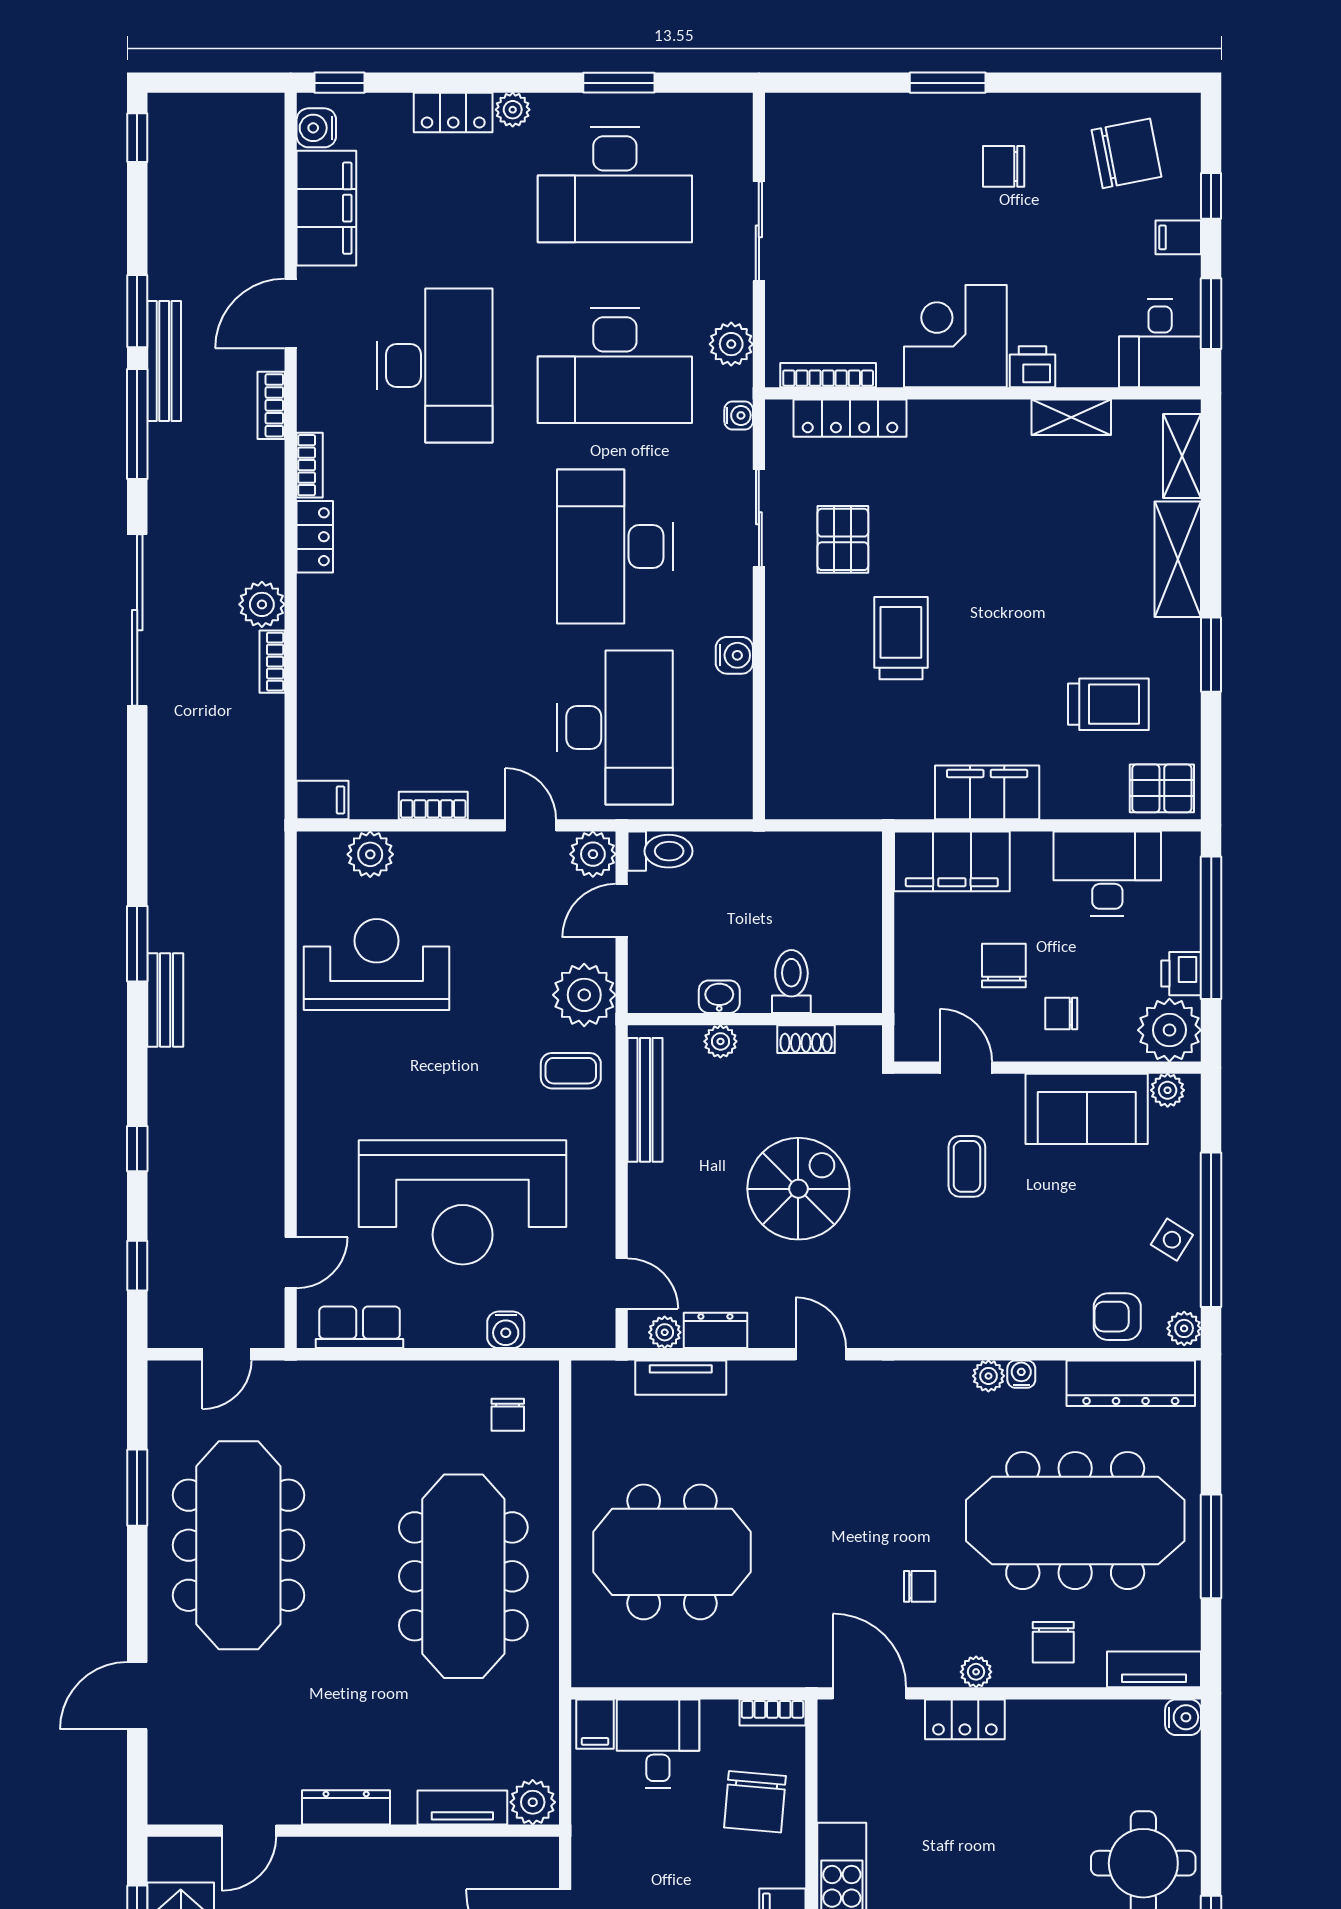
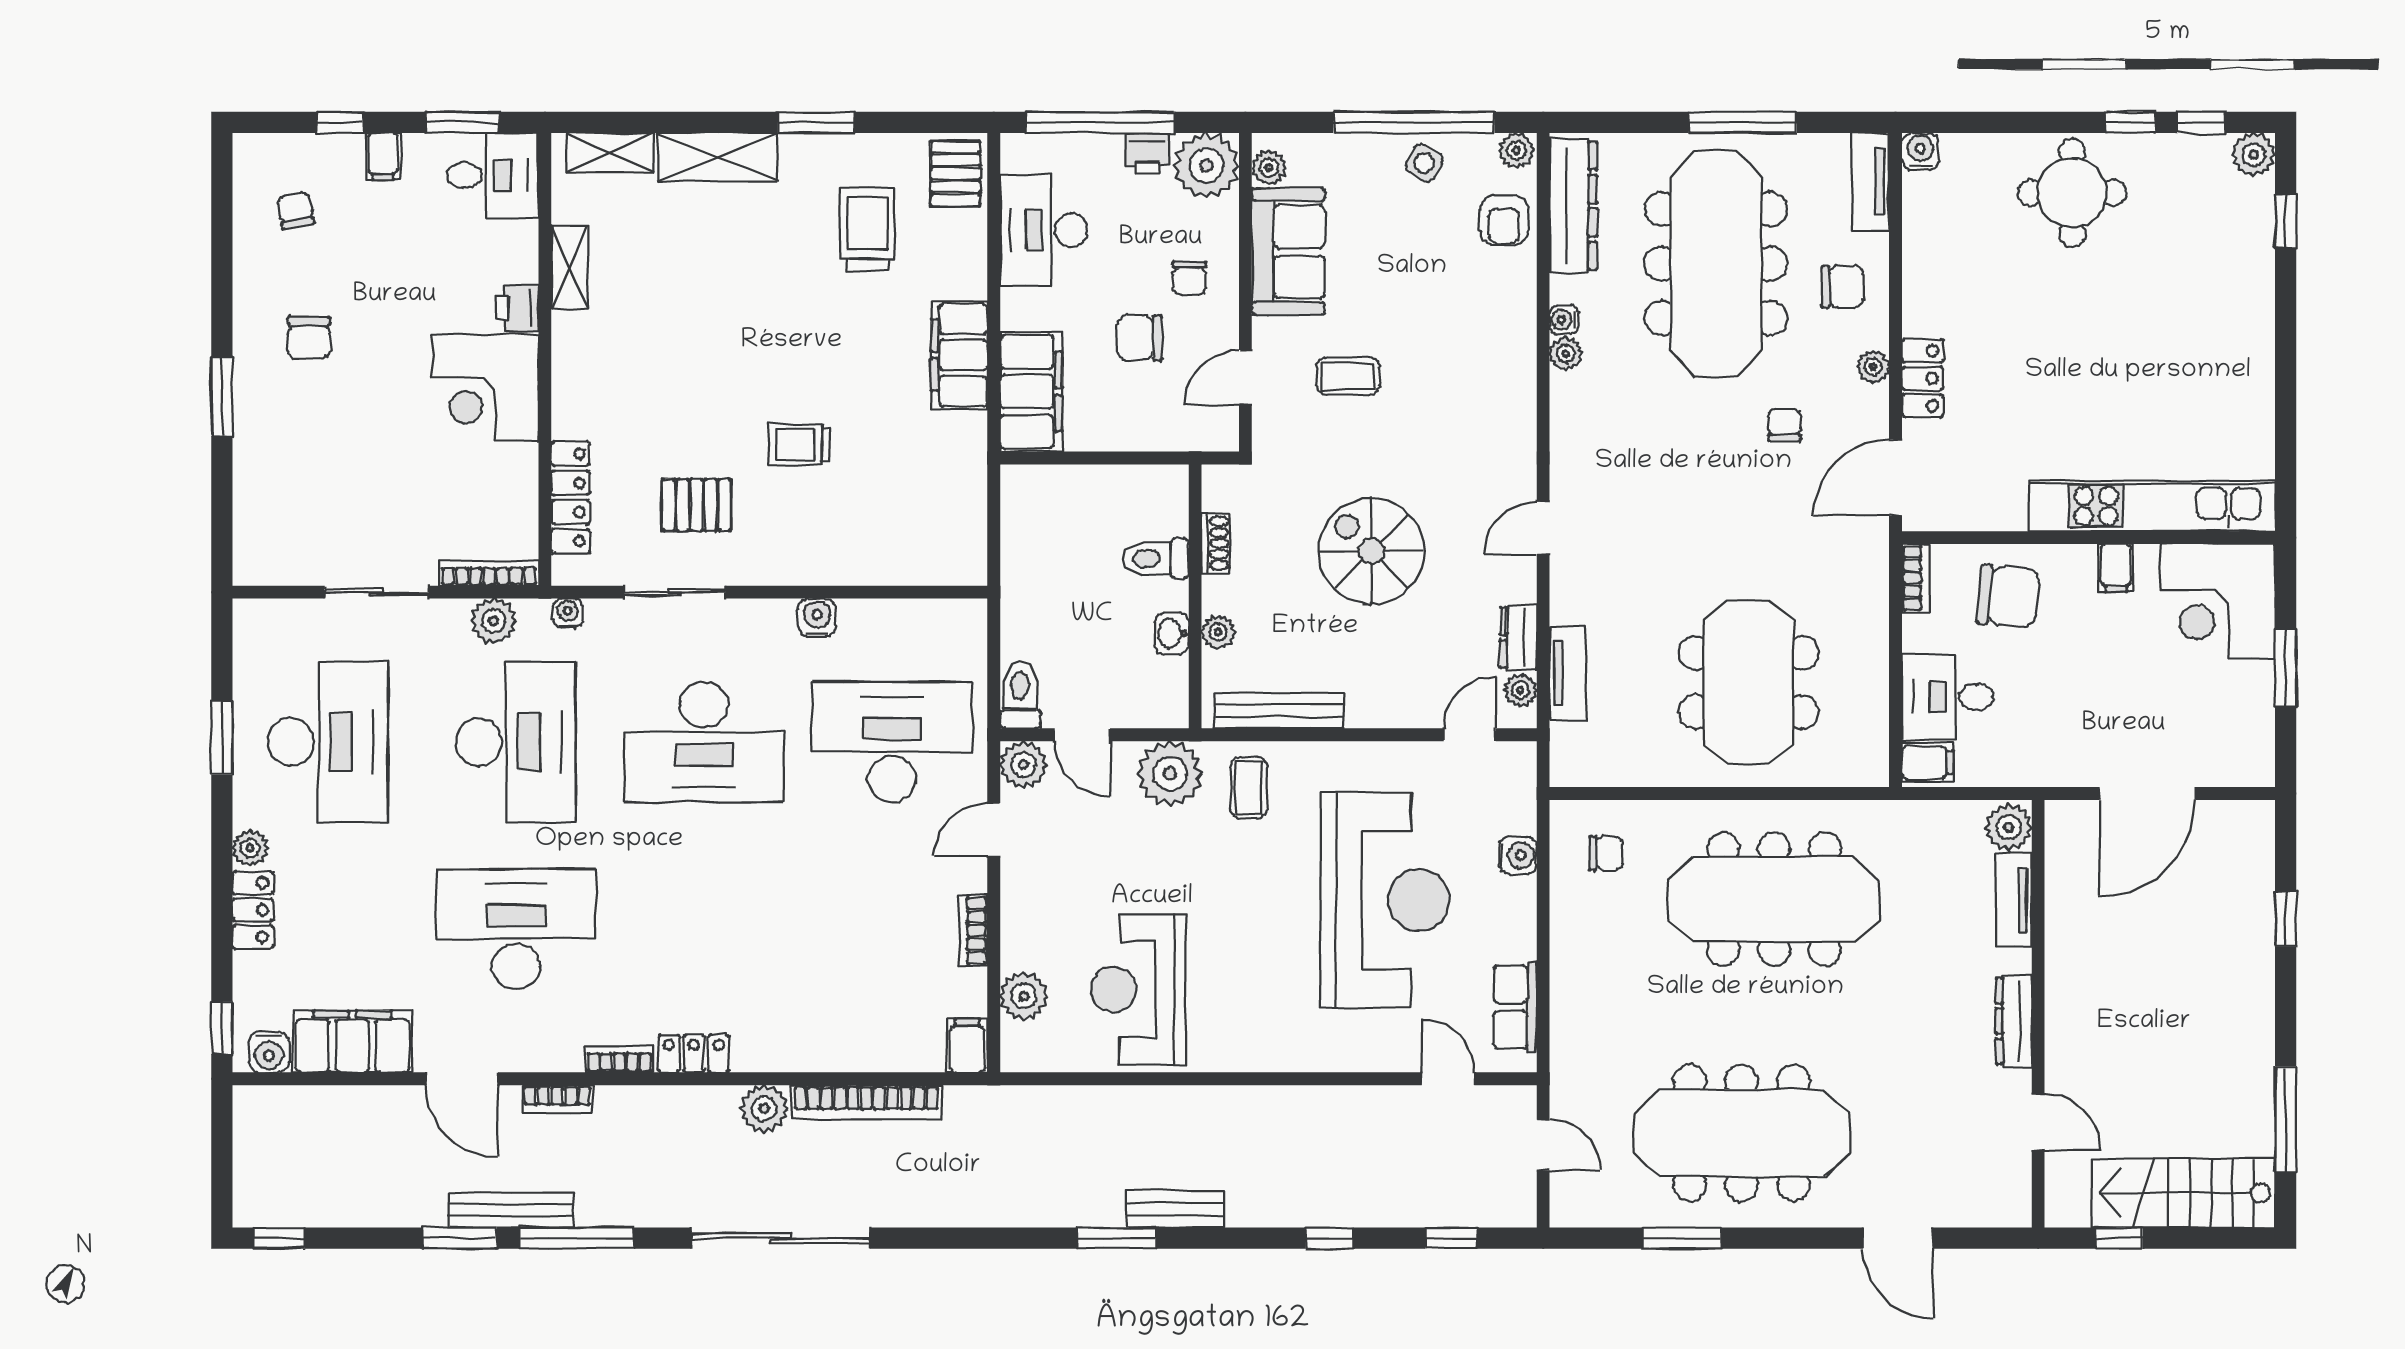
chair: (1126, 153) -> (295, 210), width x0.54, depth x0.54
bookcase: (828, 375) -> (489, 573), moved, turned 90
trolley: (901, 638) -> (799, 445), width x0.73, depth x0.72
bookcase: (272, 662) -> (866, 1102), width x2.31, depth x1.31

